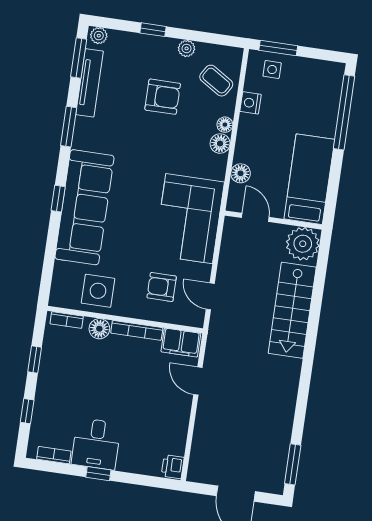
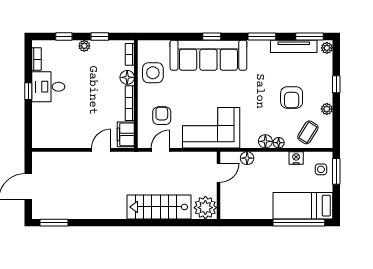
bed: (309, 179) -> (303, 206), moved, turned 180
plant: (45, 384) -> (84, 46), added
printer: (173, 467) -> (40, 141), removed

